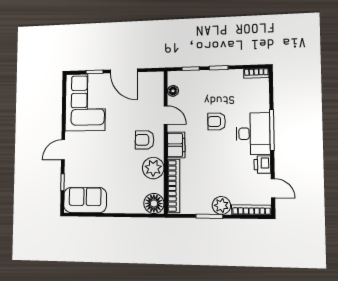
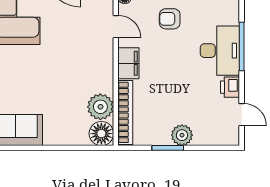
armchair: (217, 121) -> (170, 19), moved
armchair: (145, 140) -> (90, 57), removed
plant: (153, 168) -> (100, 107), moved
bookcase: (251, 210) -> (217, 140), removed

